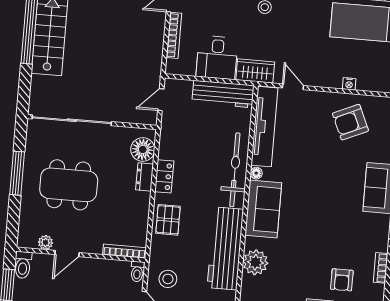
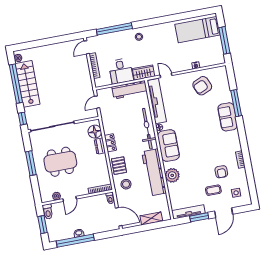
window: (24, 92) -> (22, 119), added
stool: (168, 279) -> (126, 184), moved

